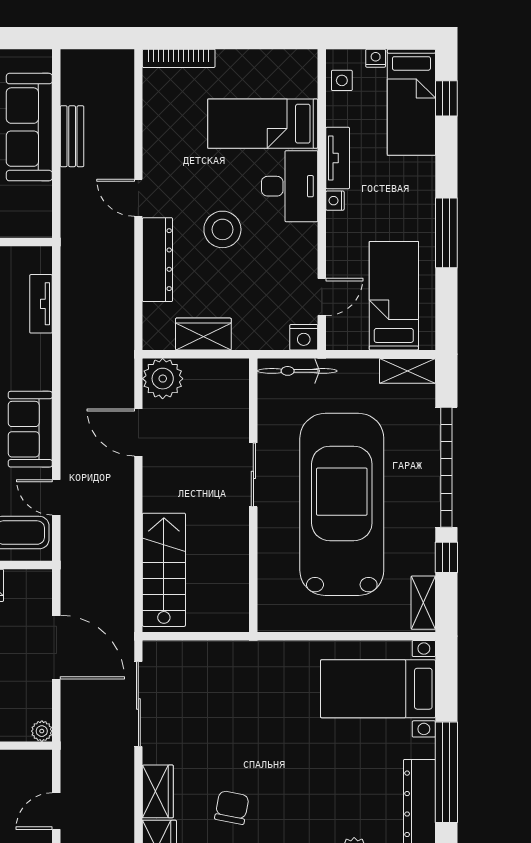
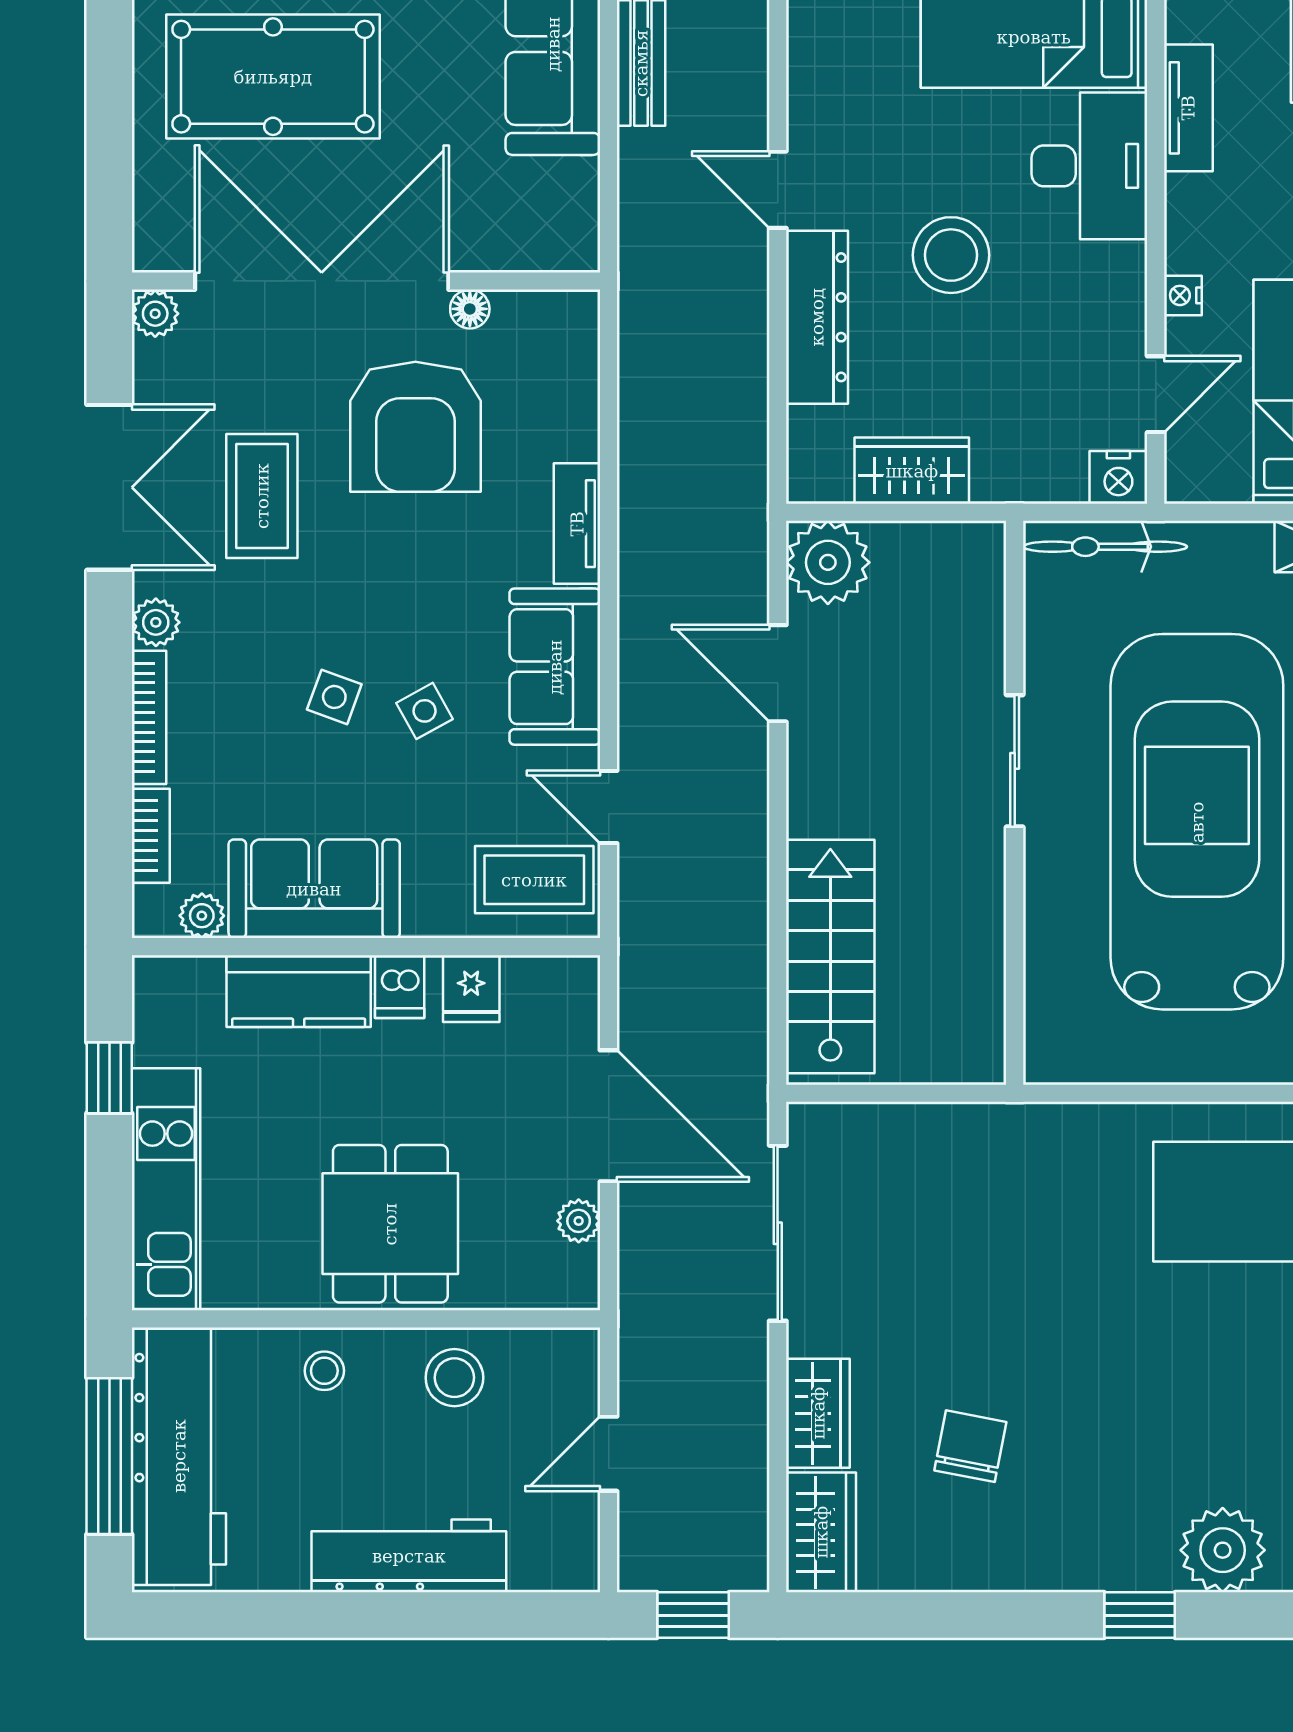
nightstand: (335, 201) -> (1183, 295), moved
tv unit: (41, 304) -> (577, 524), moved
plant: (42, 731) -> (579, 1221), moved

